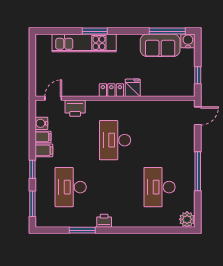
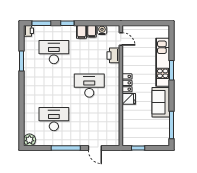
water cooler: (188, 41) -> (164, 141), removed
sofa: (160, 45) -> (161, 102), moved
door: (198, 116) -> (95, 148), moved
printer: (104, 221) -> (28, 31), moved

